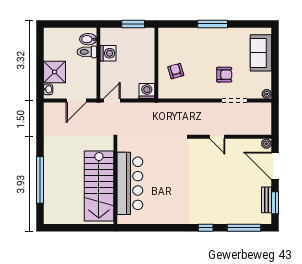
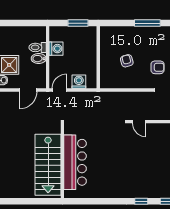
bidet: (88, 39) -> (39, 59), moved
armchair: (176, 71) -> (127, 61), moved
washing machine: (147, 91) -> (79, 82), moved
door: (217, 137) -> (139, 122), moved

